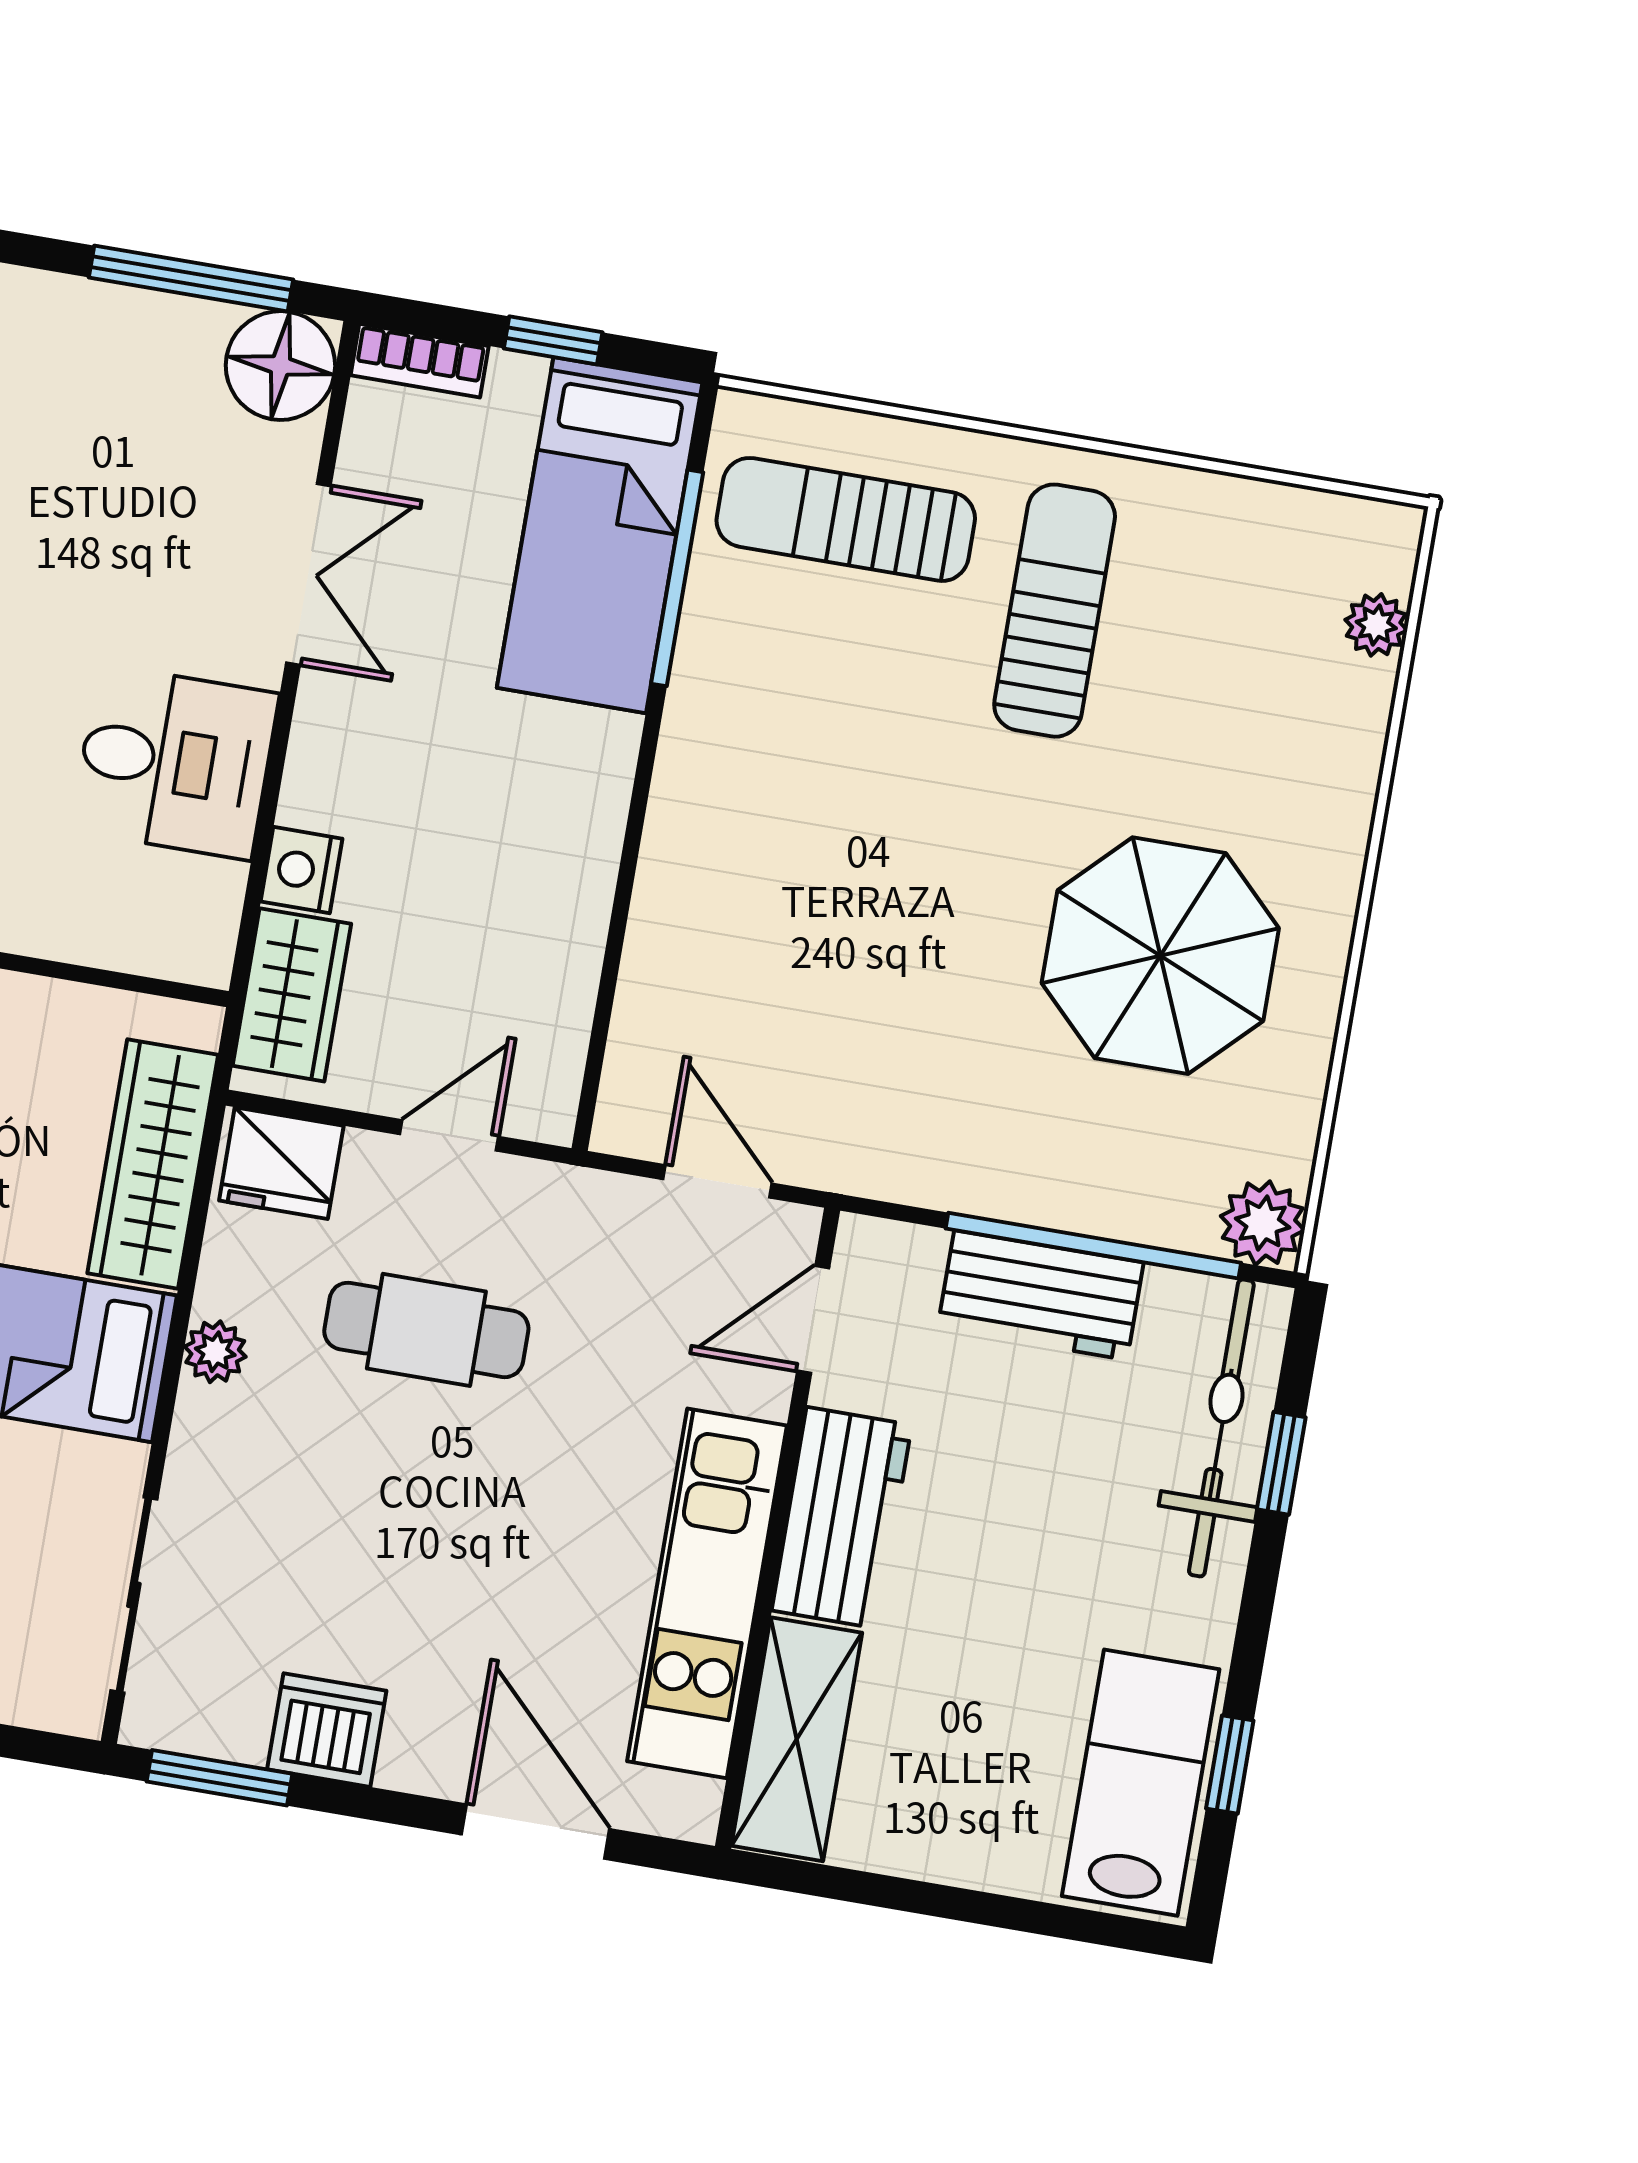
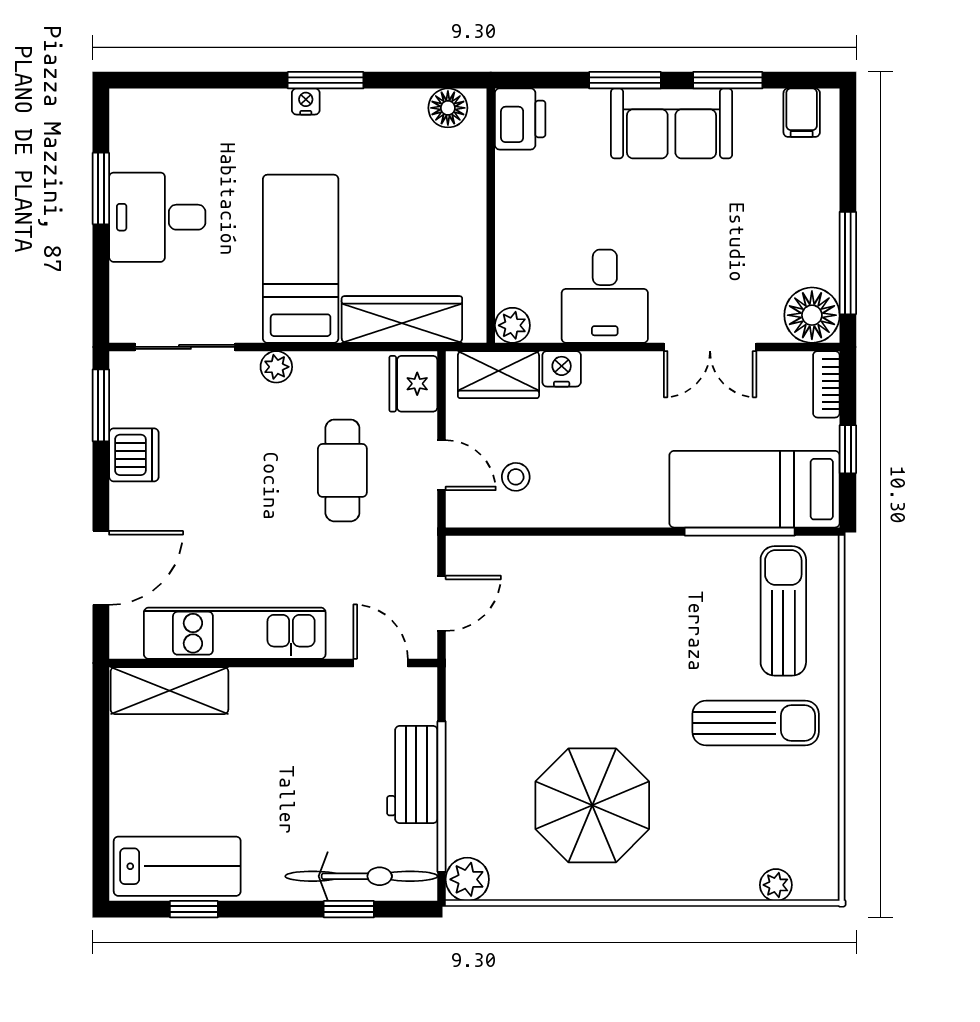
plant: (201, 951) -> (512, 325), added
stool: (496, 995) -> (516, 477), added
plant: (215, 1352) -> (276, 367), moved
workbench: (842, 1518) -> (284, 694), removed

